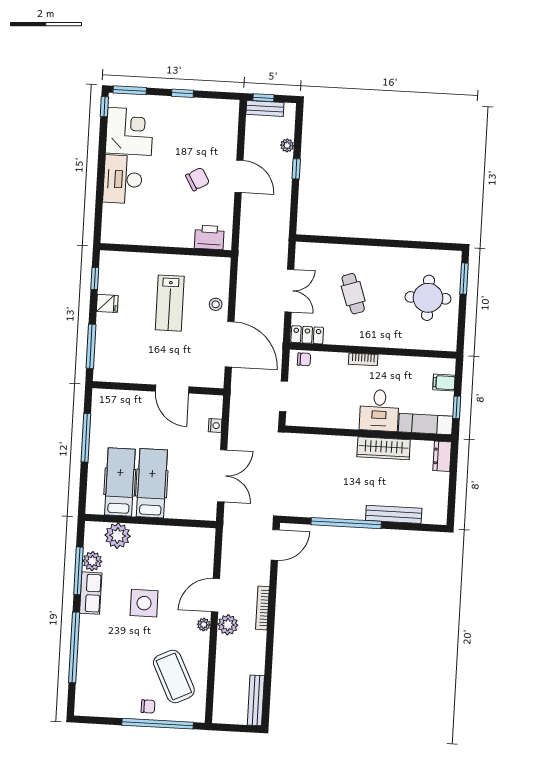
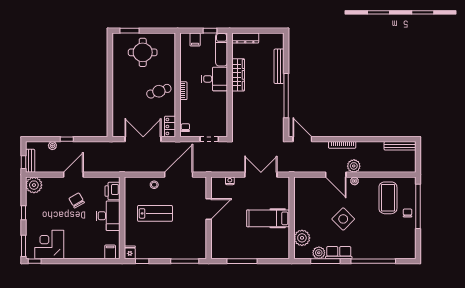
plant: (226, 112) -> (34, 185), added
desk: (123, 179) -> (108, 216), moved, turned -90
filing cabinet: (112, 228) -> (110, 252), added
double door: (289, 291) -> (143, 139), width x1.37
cafe table: (353, 294) -> (159, 91), moved
fridge: (107, 303) -> (130, 252), moved
dresser: (442, 456) -> (245, 38), width x1.44
hospital bed: (120, 482) -> (268, 238), removed
side table: (144, 603) -> (343, 219), turned 45
coffee table: (174, 676) -> (388, 198), turned -64

